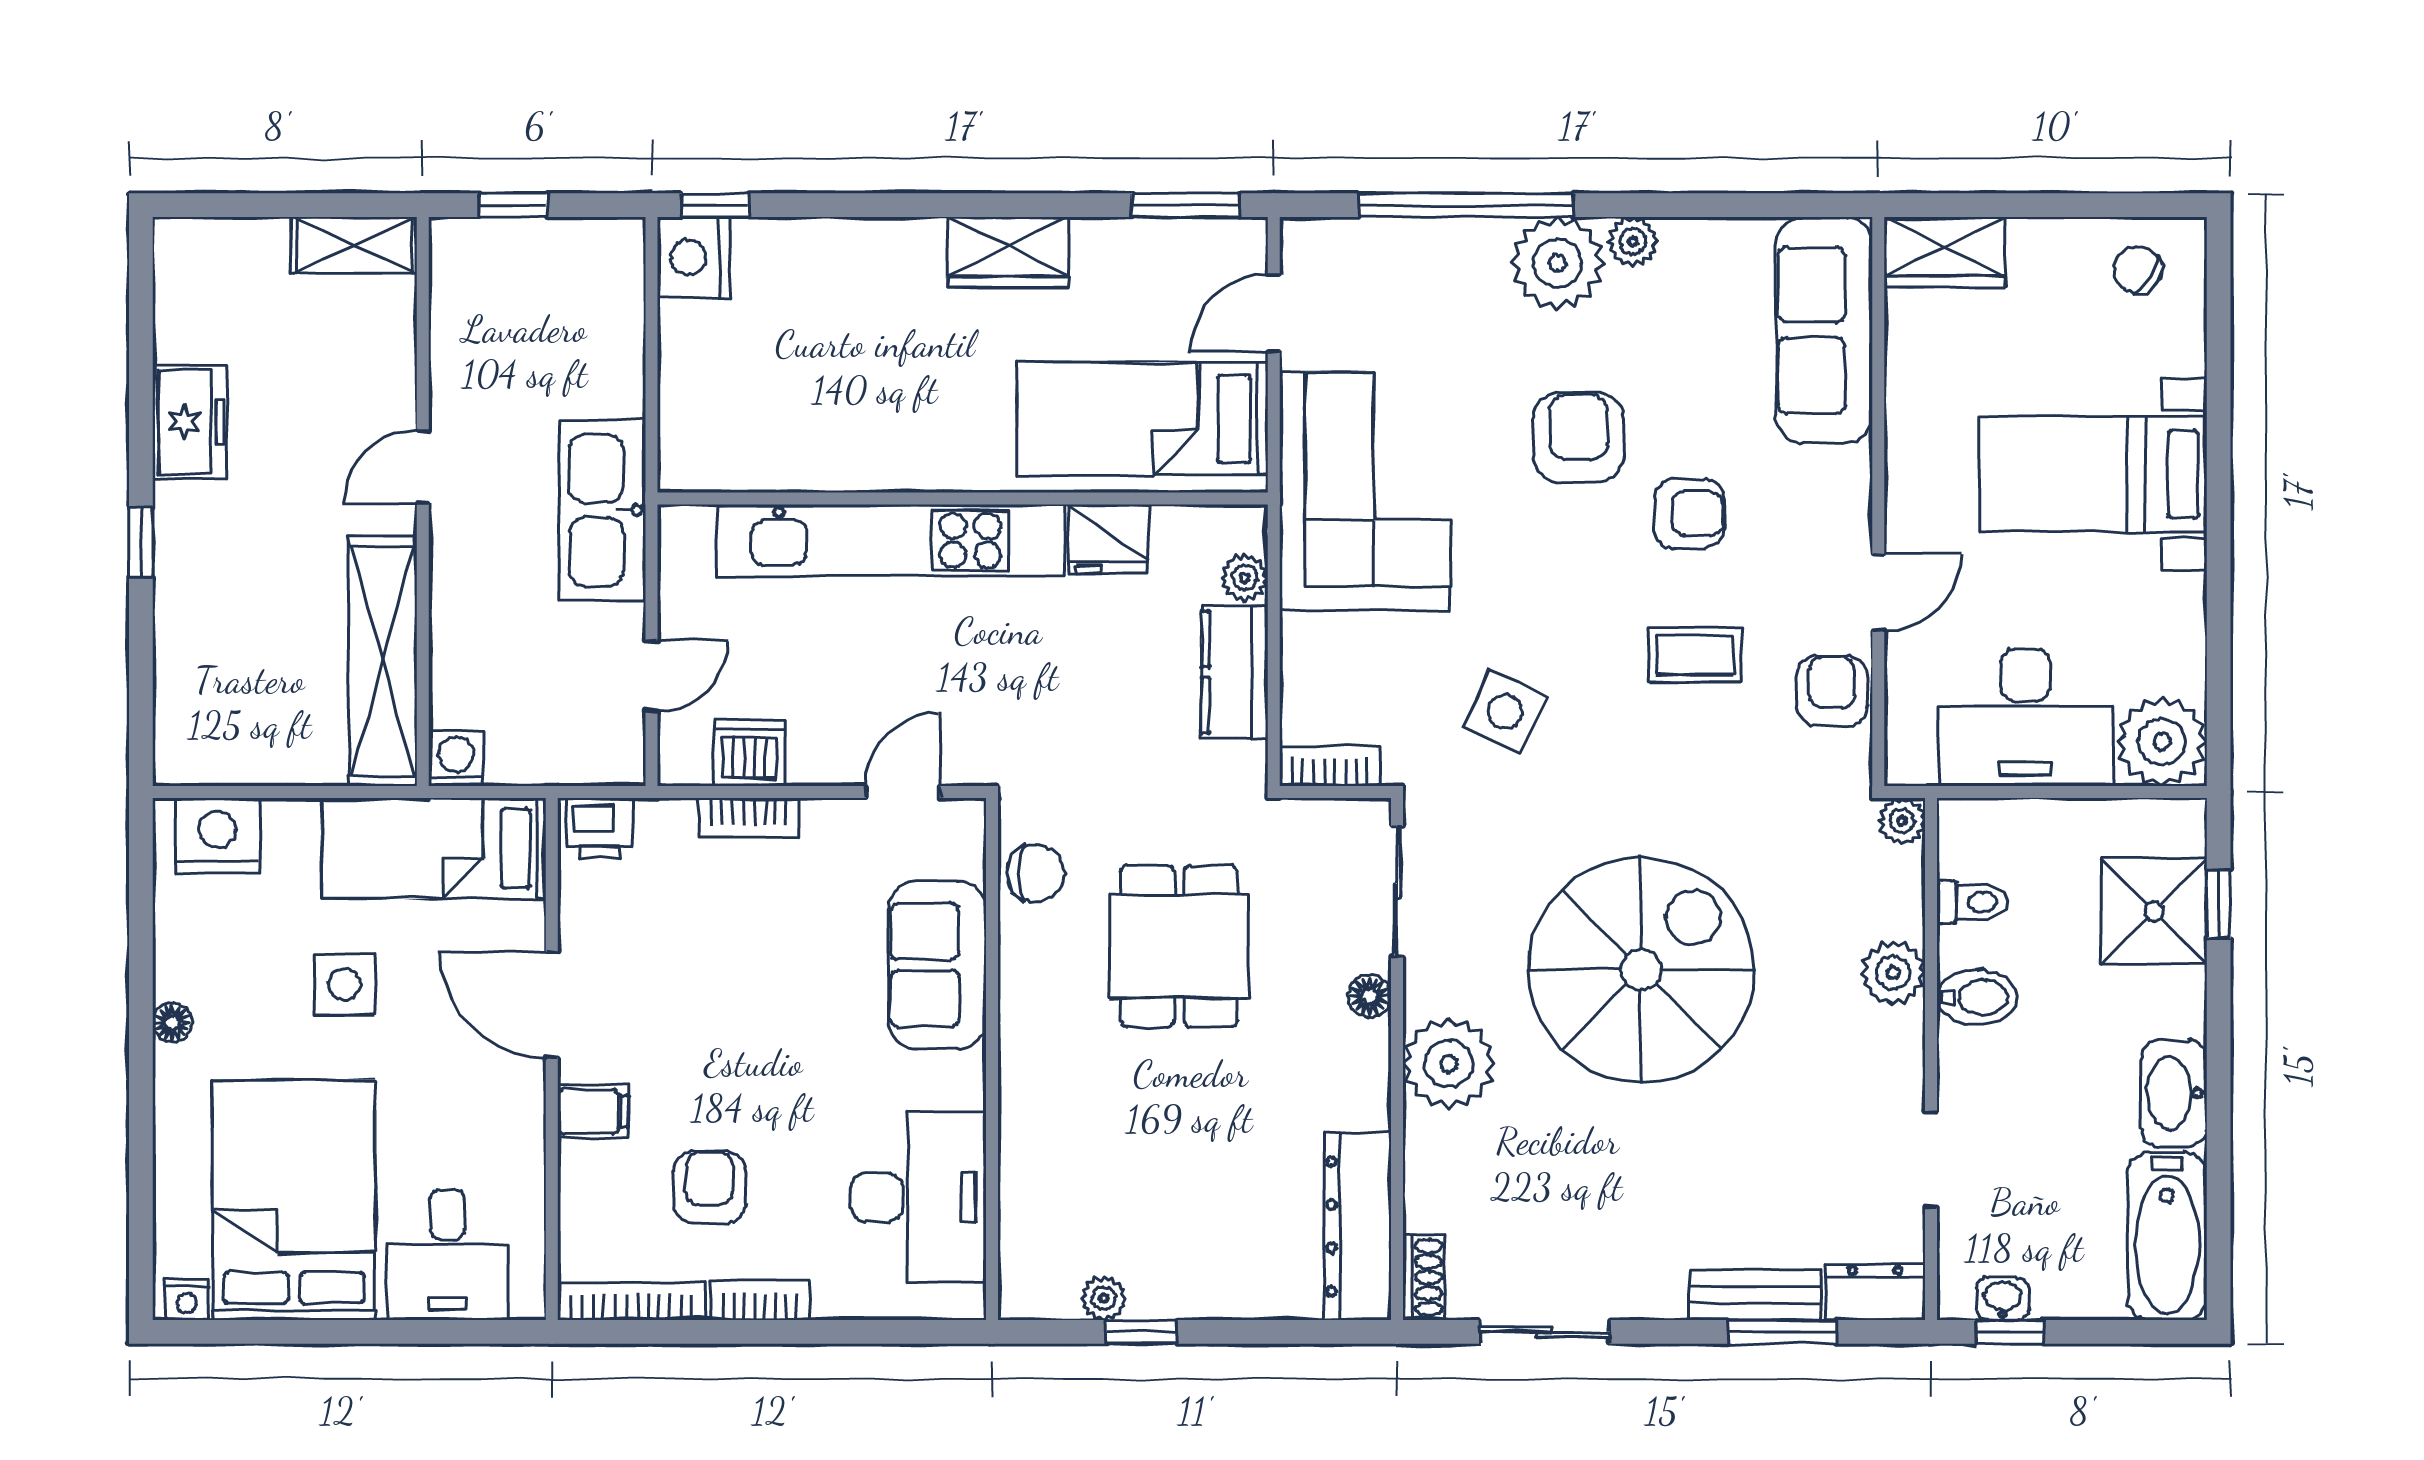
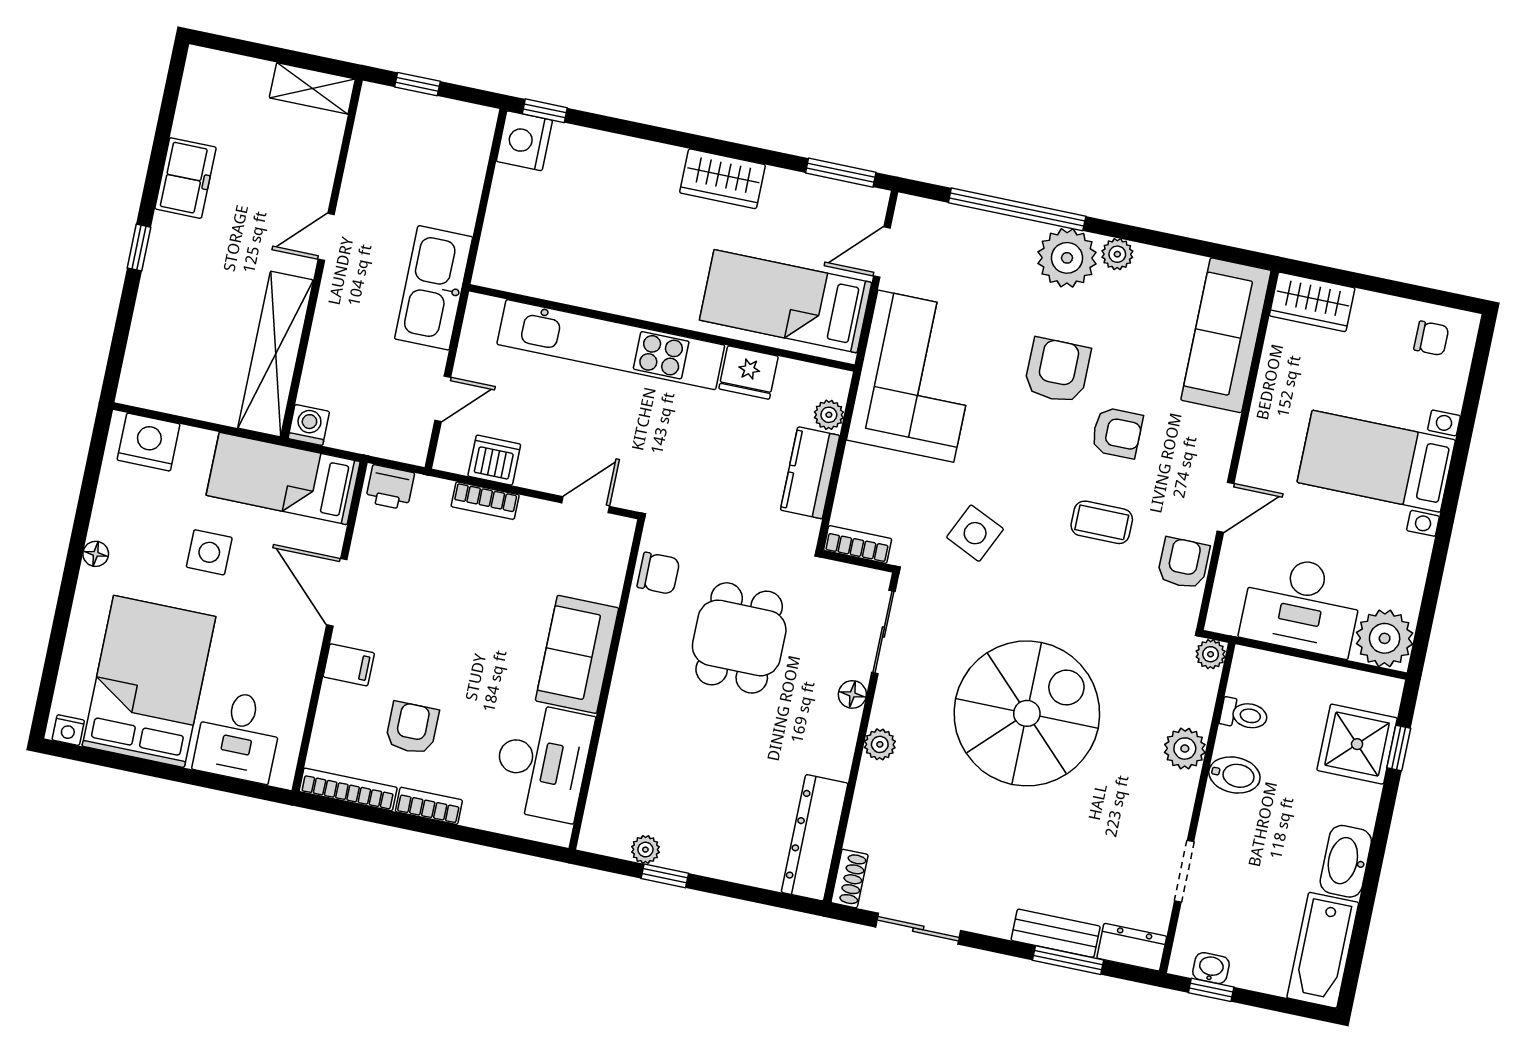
chair: (2138, 270) -> (1431, 338), turned 150
sofa: (937, 965) -> (577, 654), moved
plant: (1449, 1063) -> (880, 744), width x0.53, depth x0.53

